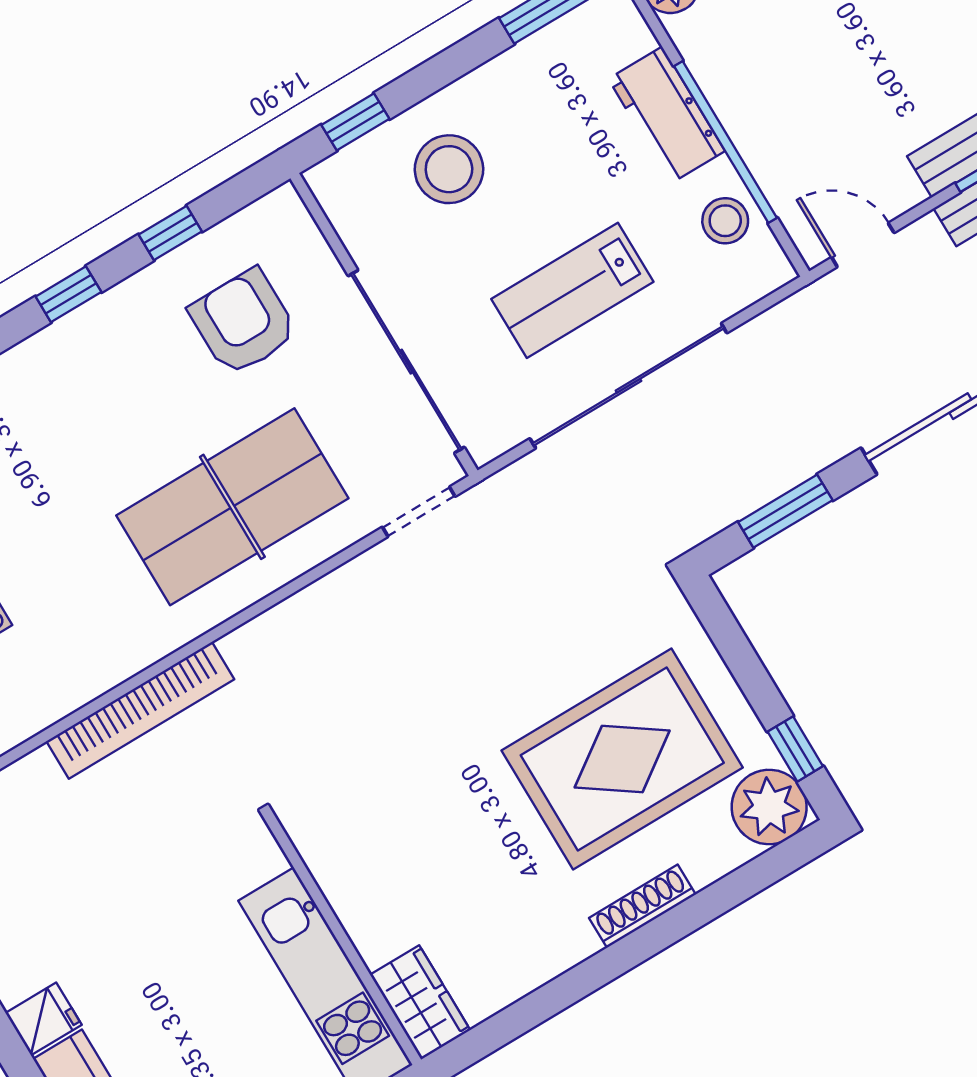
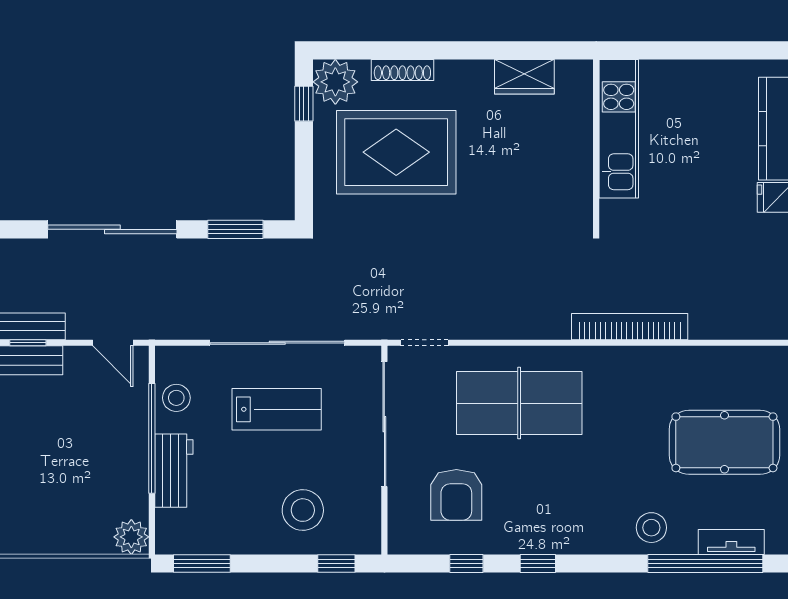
shoe rack: (642, 906) -> (402, 70), moved
wardrobe: (420, 1002) -> (524, 77), moved, turned -90

